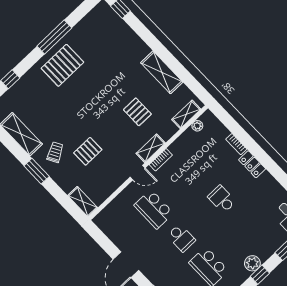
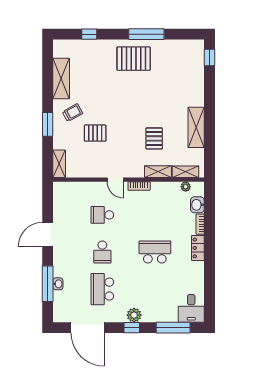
washbasin: (220, 131) -> (197, 205), added
shelving: (151, 148) -> (158, 172), moved
window: (37, 171) -> (48, 124), moved
school desk: (222, 199) -> (155, 252), width x1.85
school desk: (154, 209) -> (102, 215), width x0.54

